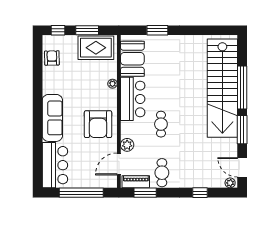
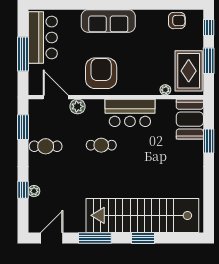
booth: (132, 59) -> (190, 119), moved, turned 90
plant: (112, 84) -> (165, 90), moved
window: (242, 88) -> (143, 238), width x0.47
armchair: (98, 124) -> (101, 73), turned 90
bar counter: (55, 165) -> (43, 38), moved, turned -90
piano: (136, 182) -> (35, 116), removed
plant: (230, 183) -> (34, 191), moved
window: (81, 193) -> (23, 54), width x0.68

